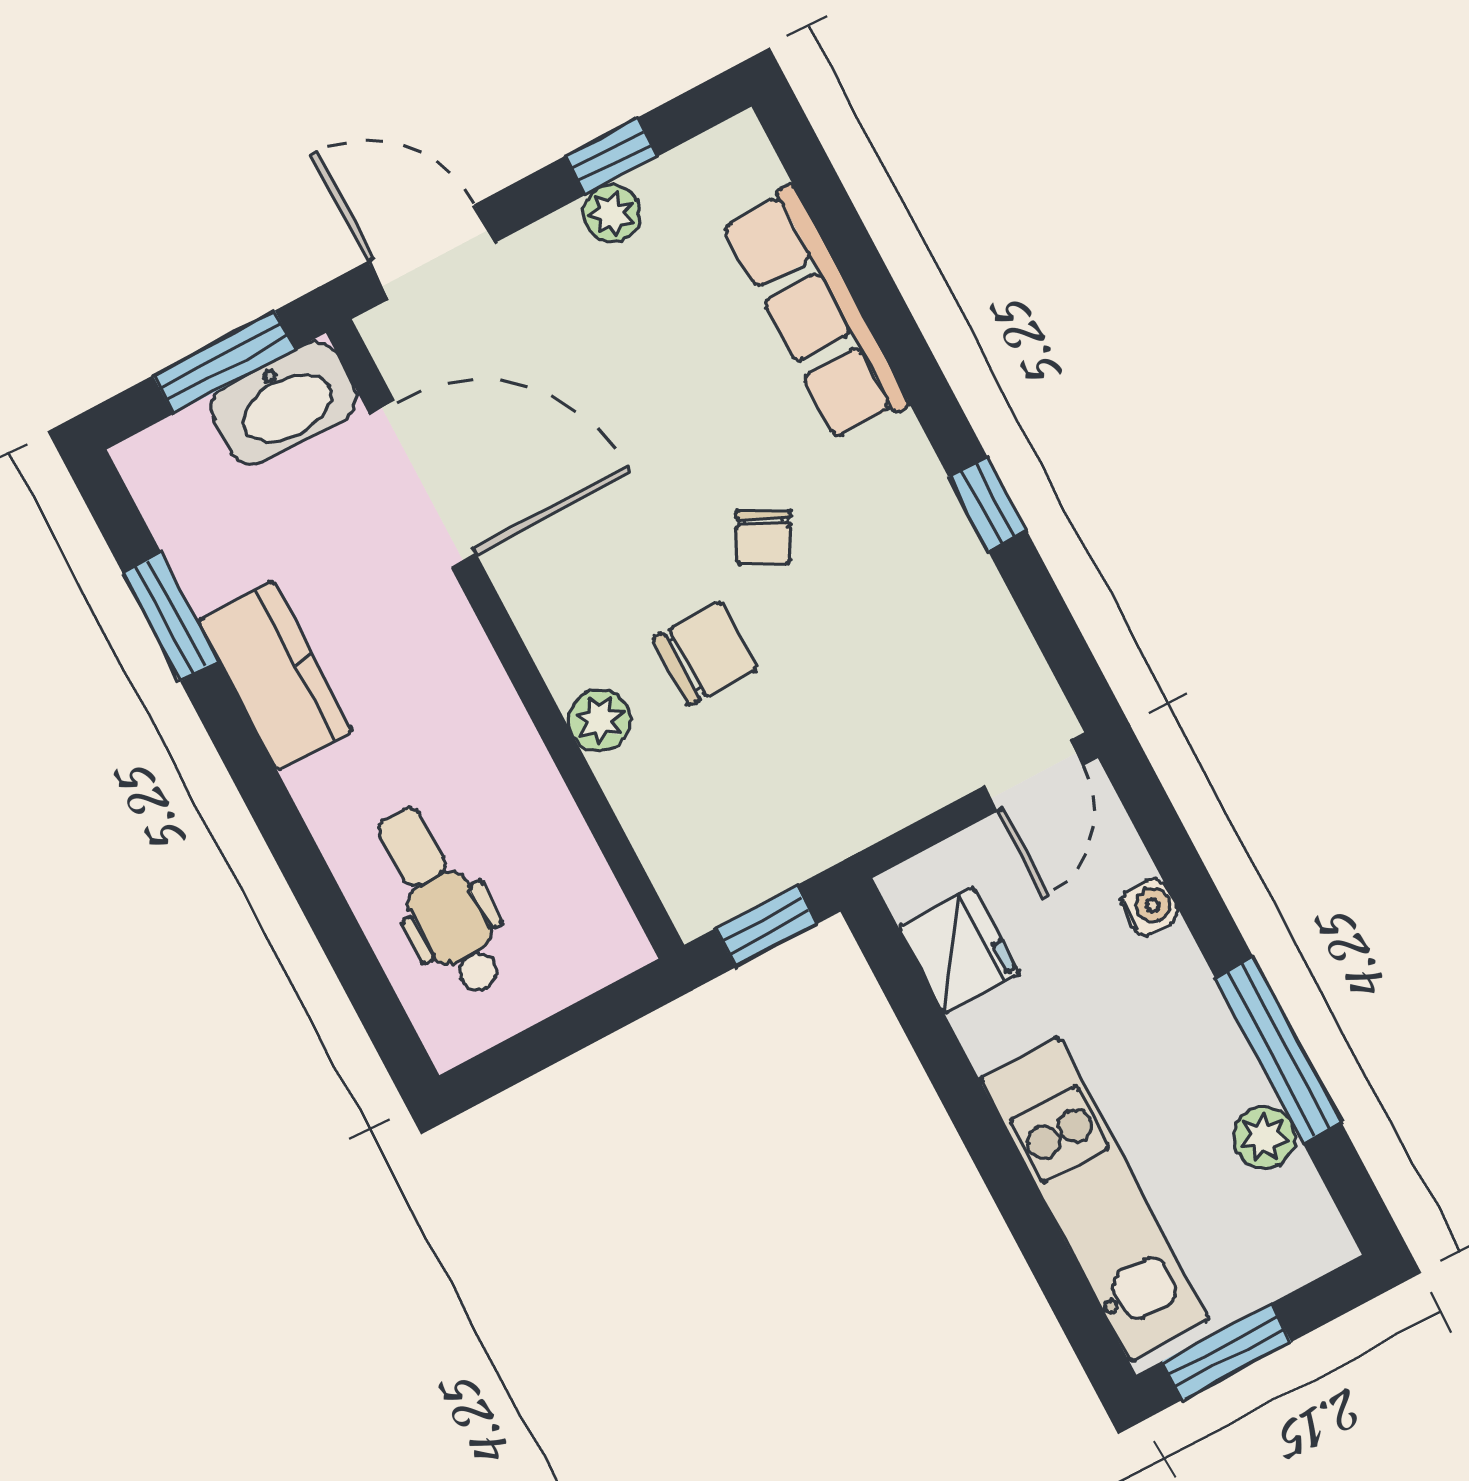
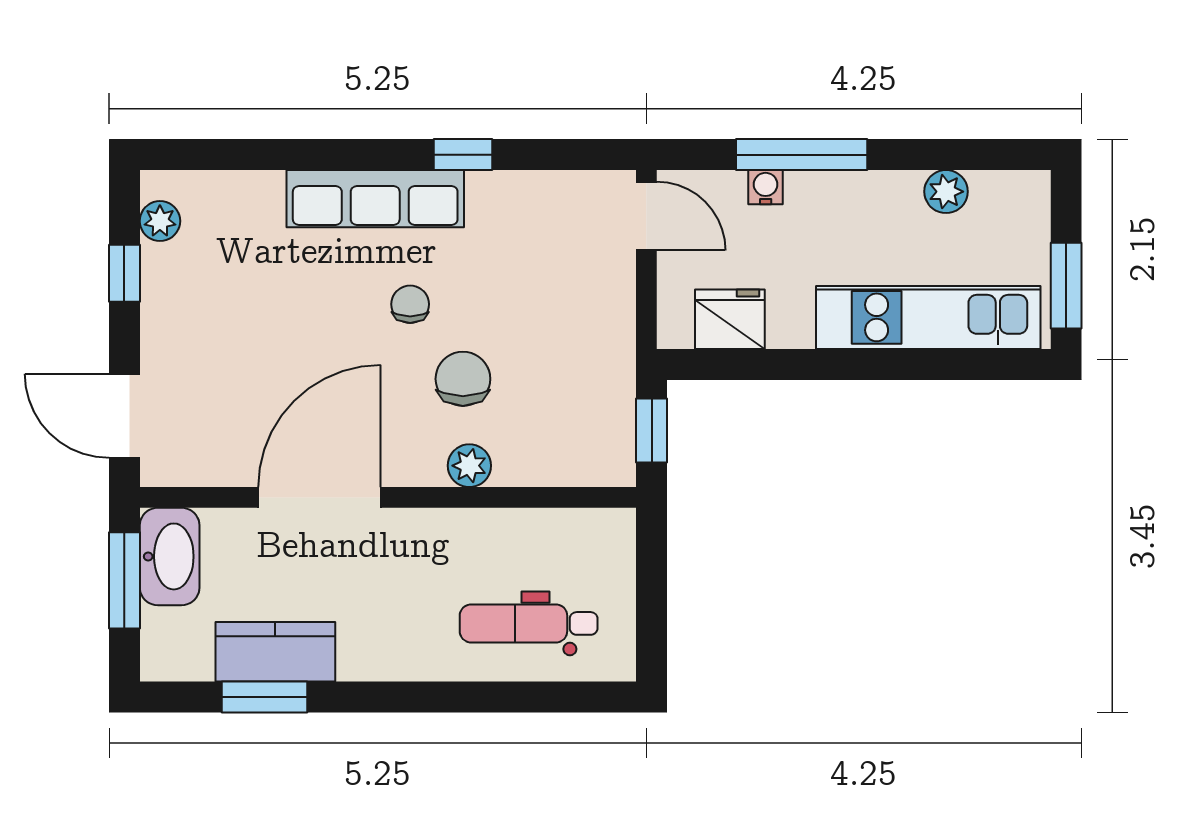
plant: (612, 214) -> (160, 221), moved
door: (431, 252) -> (124, 416), hinge flipped
row of seats: (815, 313) -> (375, 199), moved
door: (423, 484) -> (319, 497), moved
chair: (763, 537) -> (410, 304), turned -117
kitchen counter: (275, 675) -> (275, 652), moved
window: (1278, 1050) -> (802, 155), moved

